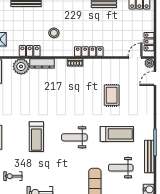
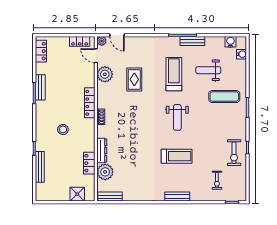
stool: (54, 33) -> (63, 129), moved
plant: (117, 66) -> (105, 74), added
rug: (112, 95) -> (134, 79), turned 90
bench: (149, 156) -> (192, 41), width x0.73
weight bench: (121, 168) -> (208, 70), turned 90

